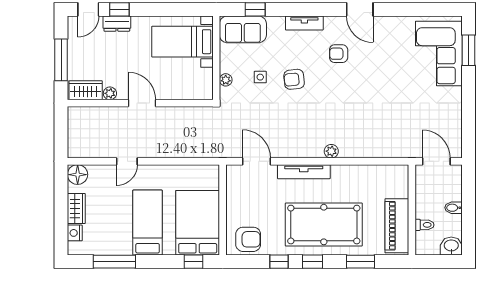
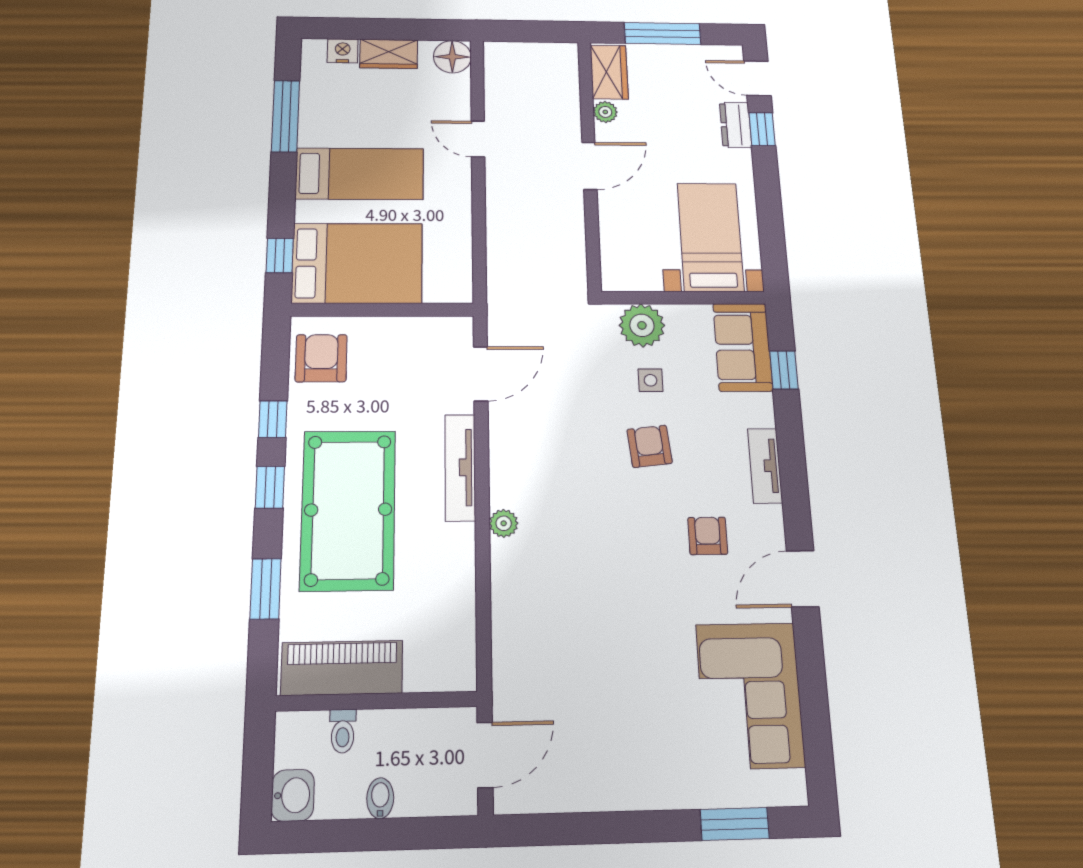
corner sofa: (439, 54) -> (750, 695), moved, turned -90
plant: (226, 80) -> (642, 325), width x1.88, depth x1.88
armchair: (248, 239) -> (321, 358), turned 180

